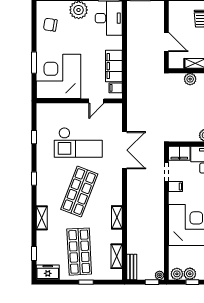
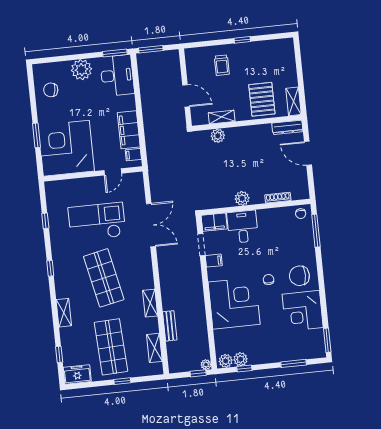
checkout: (78, 142) -> (97, 222), turned 180
shop shelf: (79, 192) -> (104, 278), turned -33
bench: (132, 267) -> (170, 326), moved

